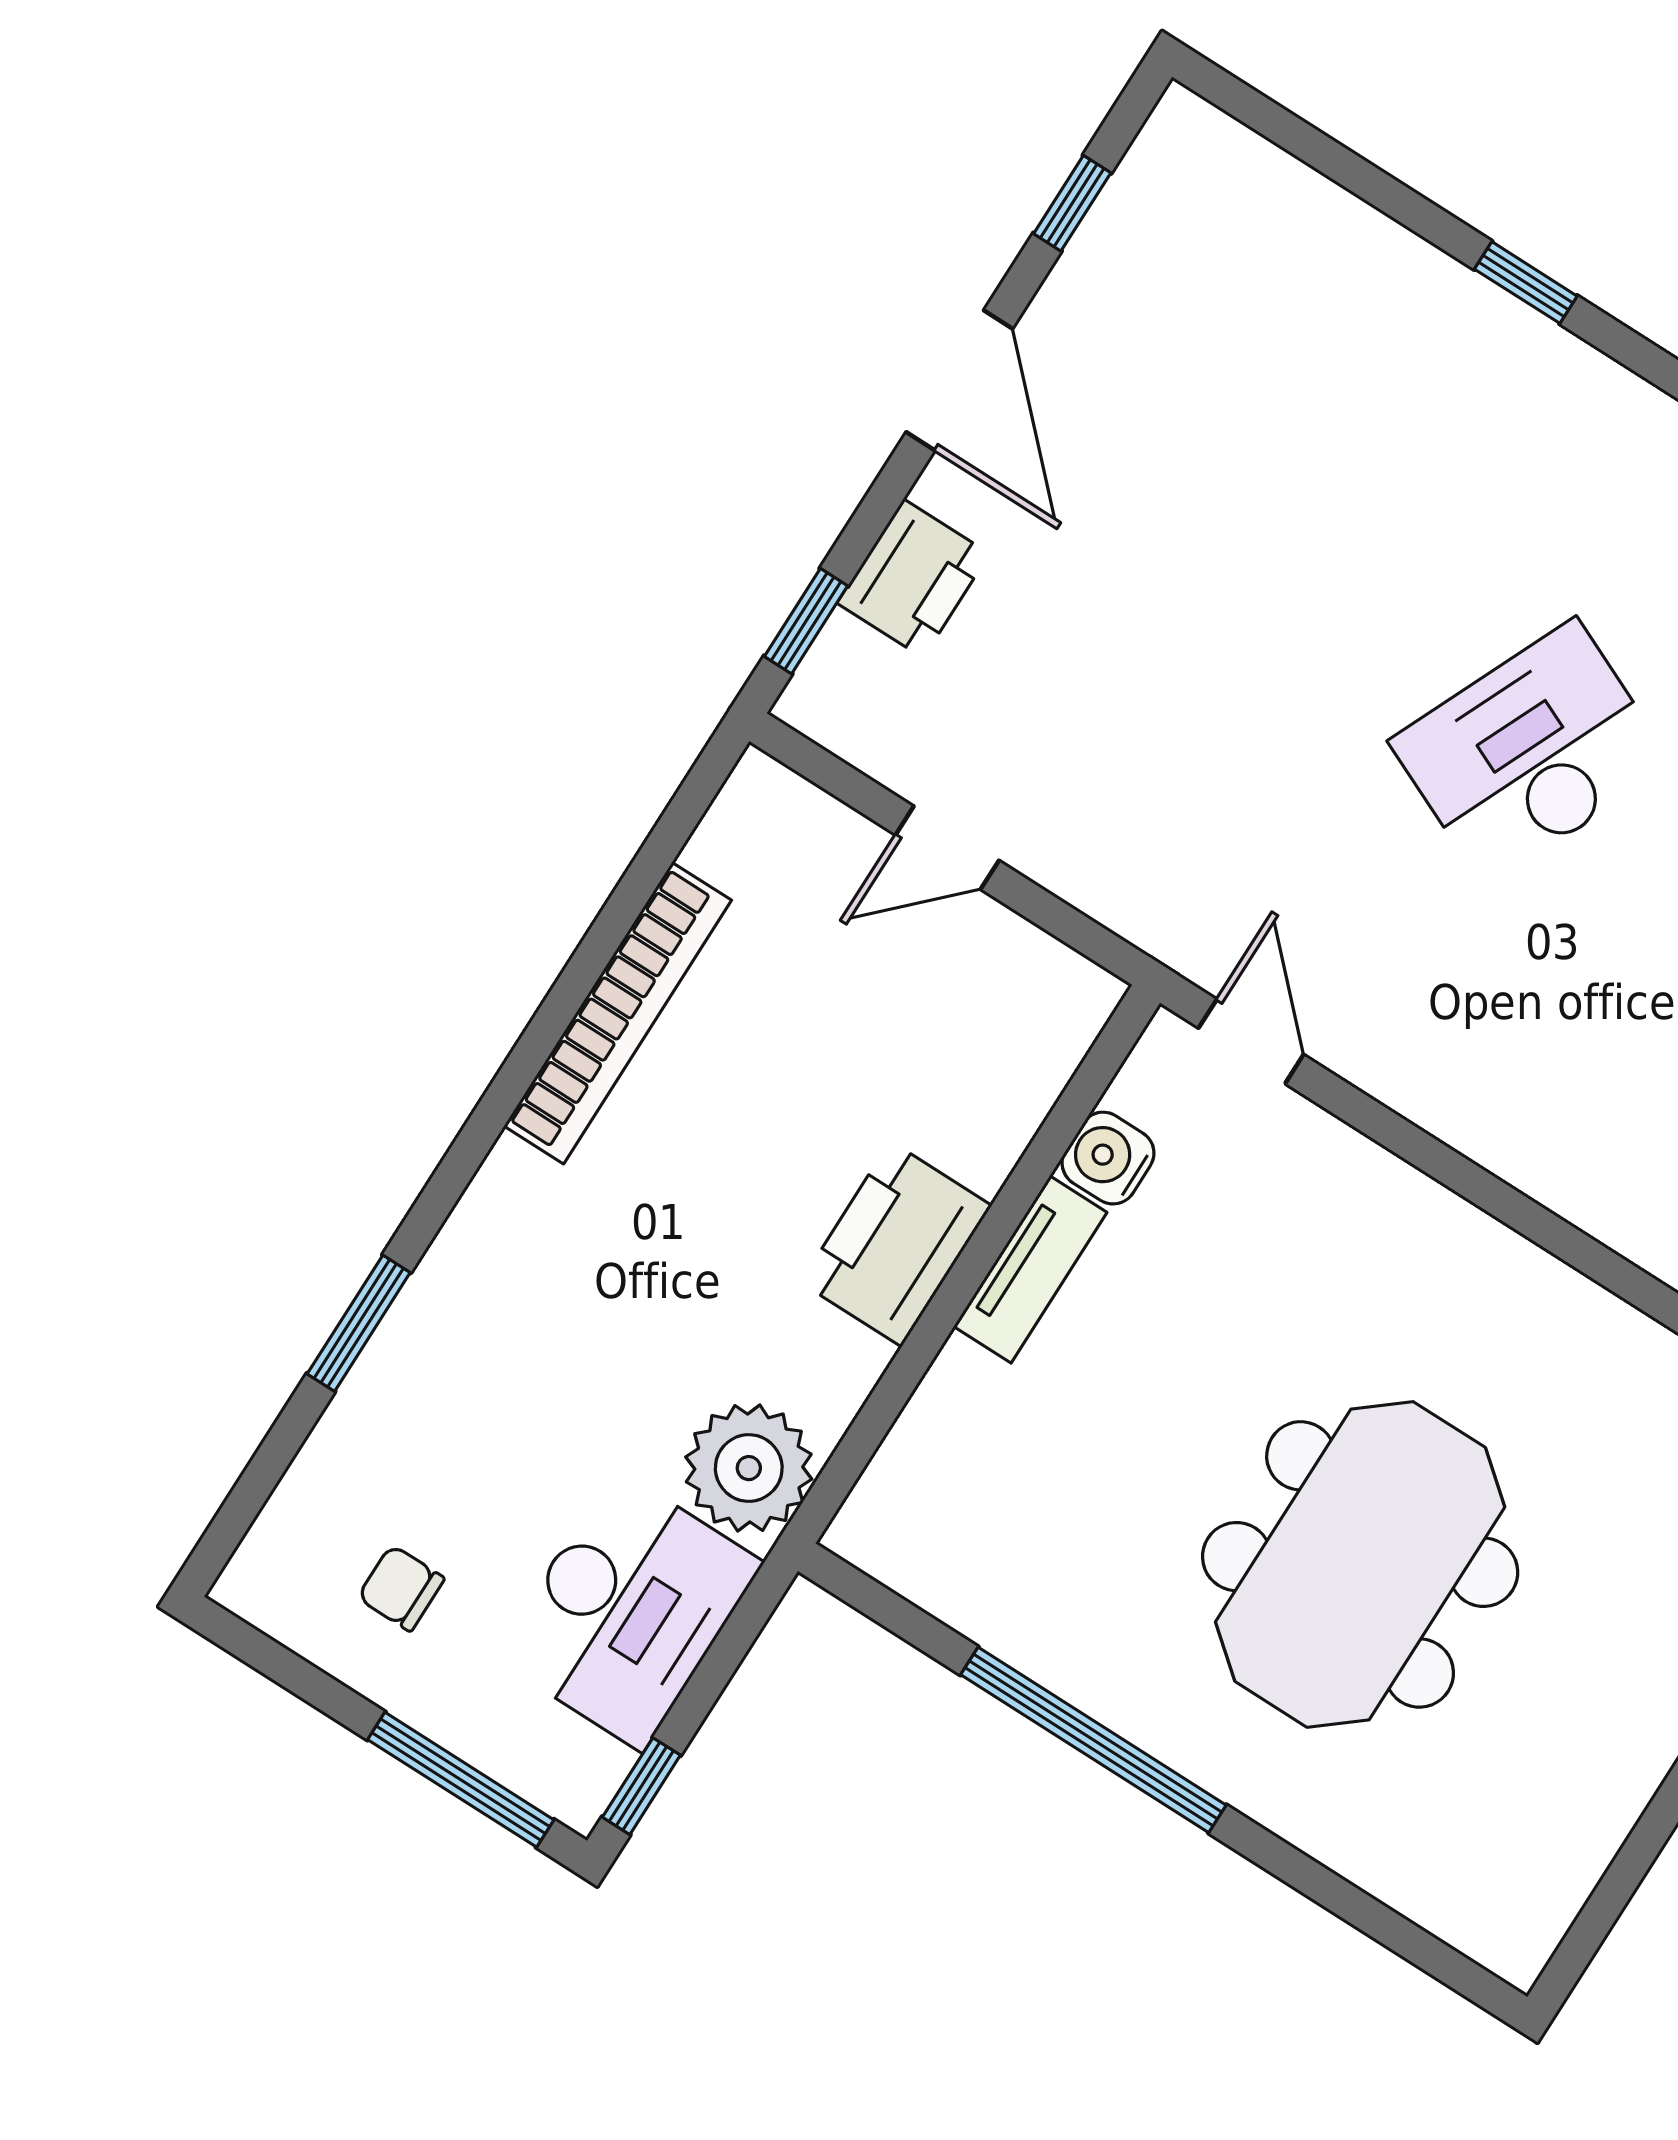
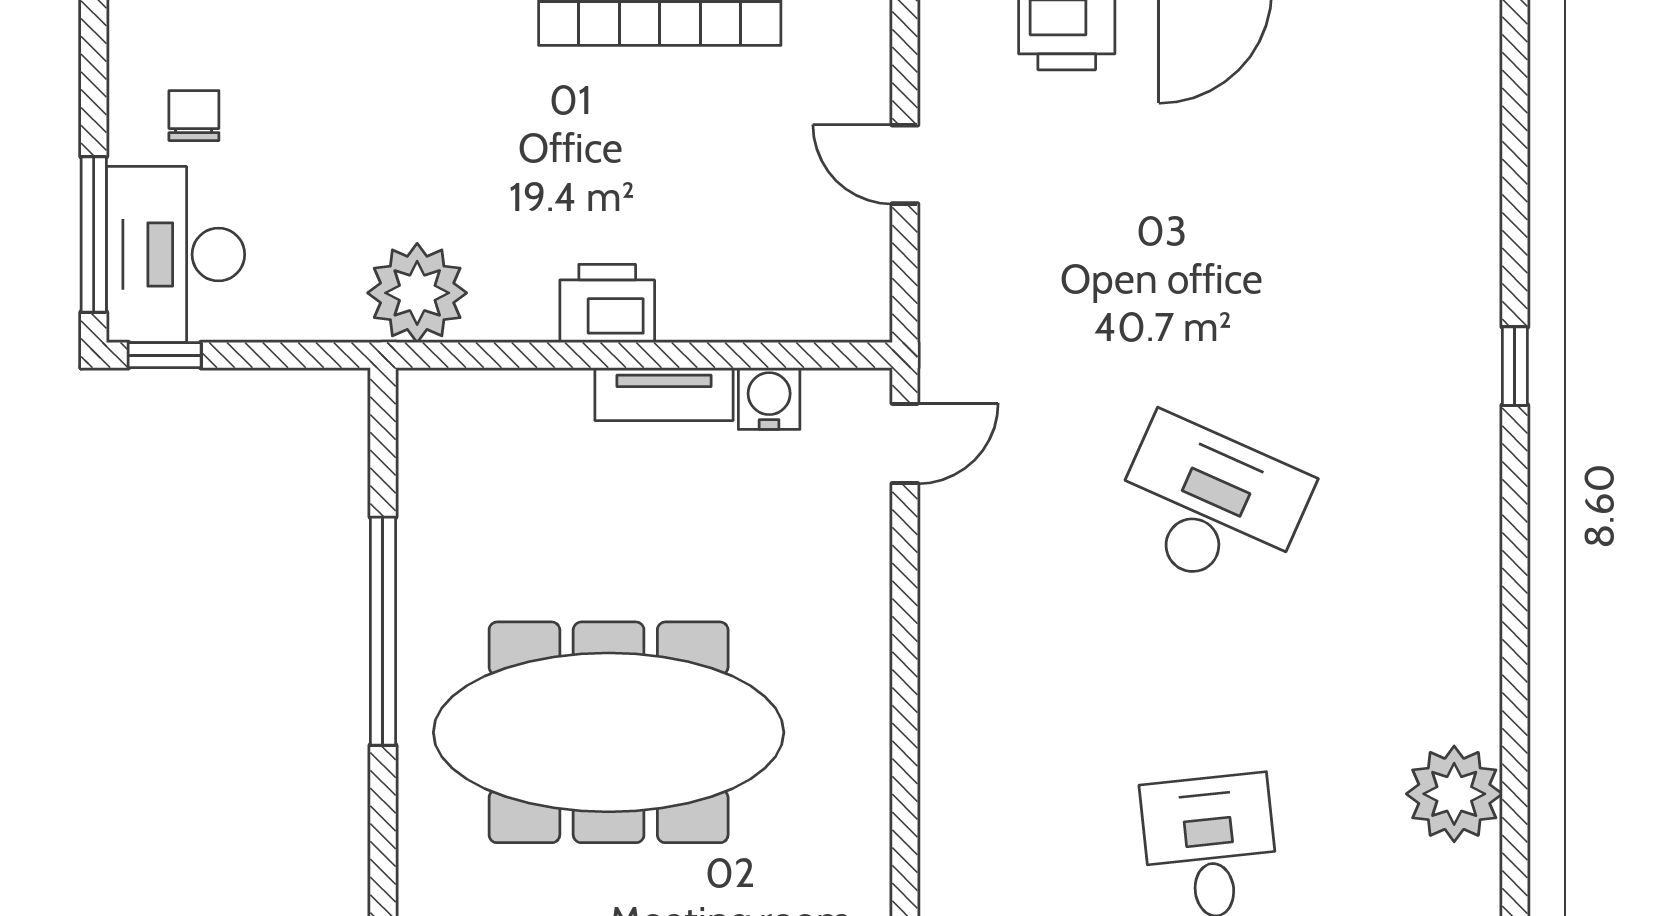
window: (1526, 283) -> (1515, 366), moved
printer: (896, 1244) -> (607, 303), width x0.73, depth x0.84
meeting table: (1360, 1564) -> (609, 732), width x1.36
desk: (628, 1610) -> (175, 254), moved, turned 90

